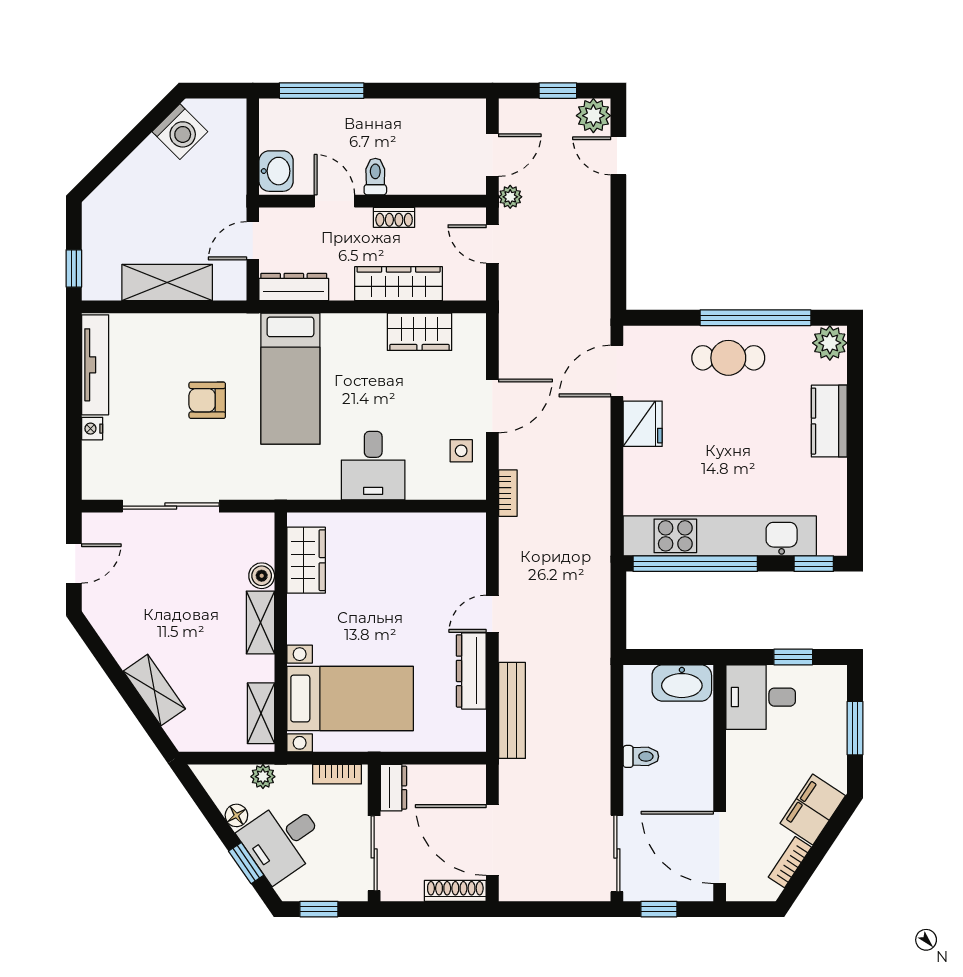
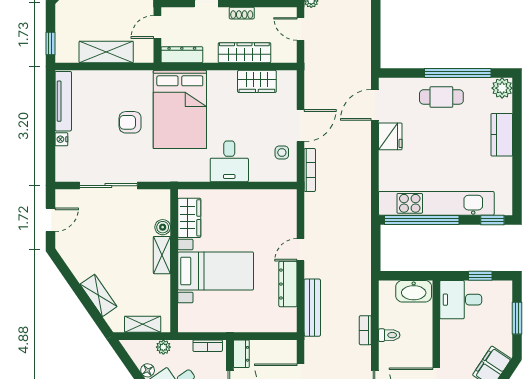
bed: (290, 379) -> (180, 109), width x1.50
bookcase: (508, 493) -> (310, 170), width x1.56
bed with nightstands: (350, 698) -> (216, 271), moved
shelving: (261, 713) -> (143, 324), moved, turned 90
bookcase: (601, 748) -> (365, 330), added

